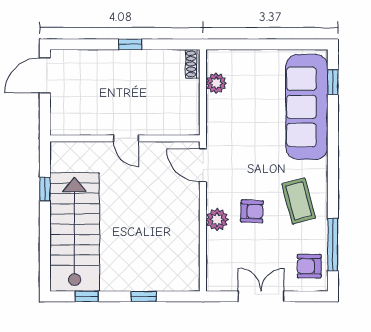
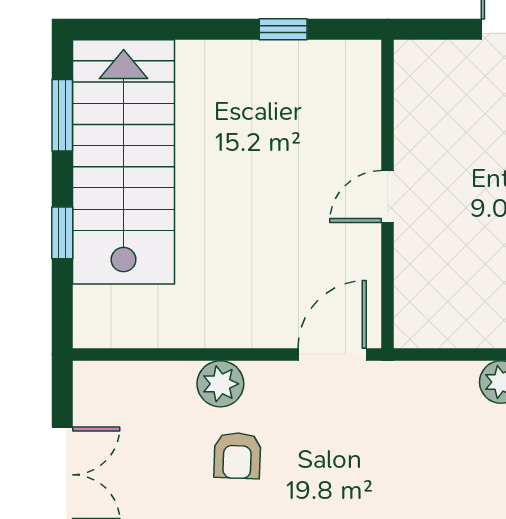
stairs: (75, 232) -> (124, 162), moved, turned -90
window: (87, 296) -> (62, 115), width x1.50

